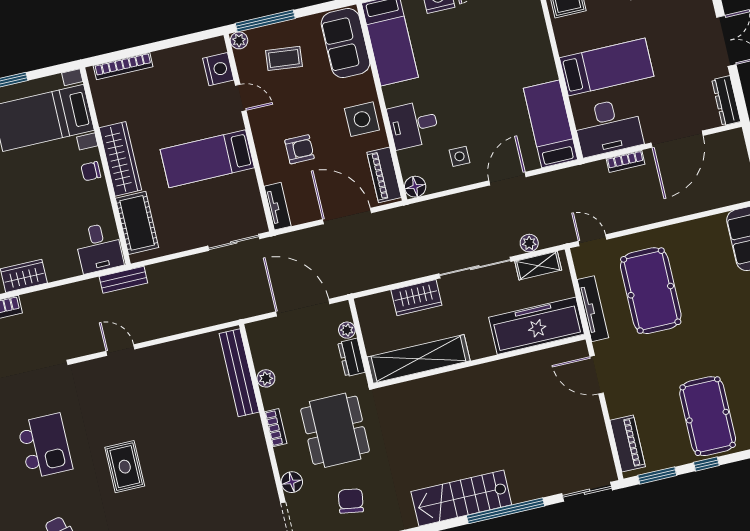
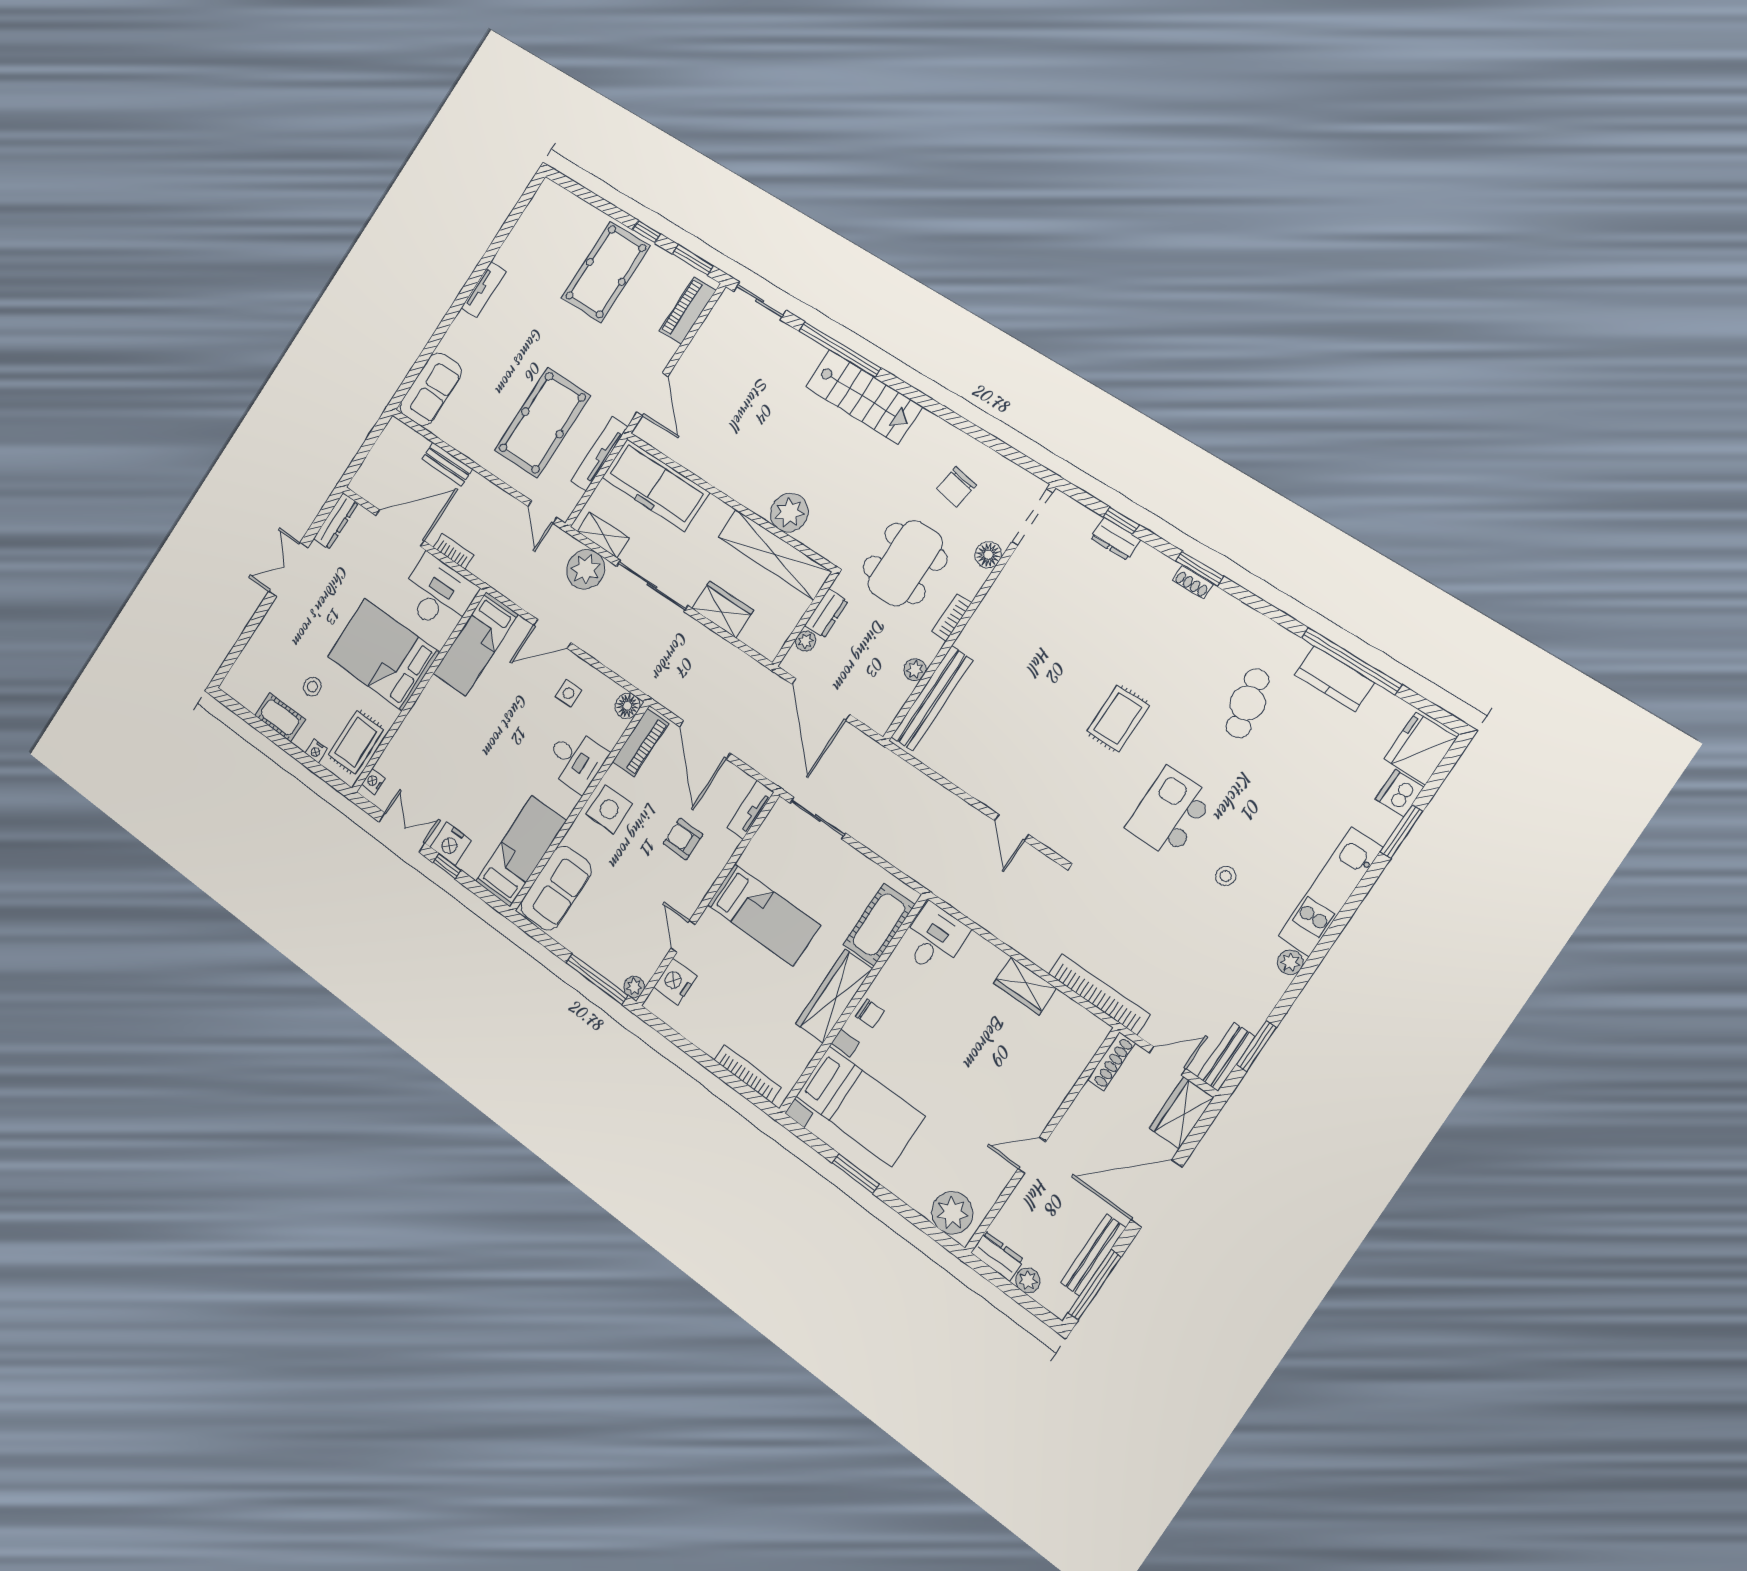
coffee table: (284, 58) -> (615, 930), removed
bed: (607, 67) -> (383, 654), width x1.50
plant: (529, 243) -> (586, 569), width x1.88, depth x1.88
bench: (123, 280) -> (447, 464), moved
plant: (435, 391) -> (789, 513), added

